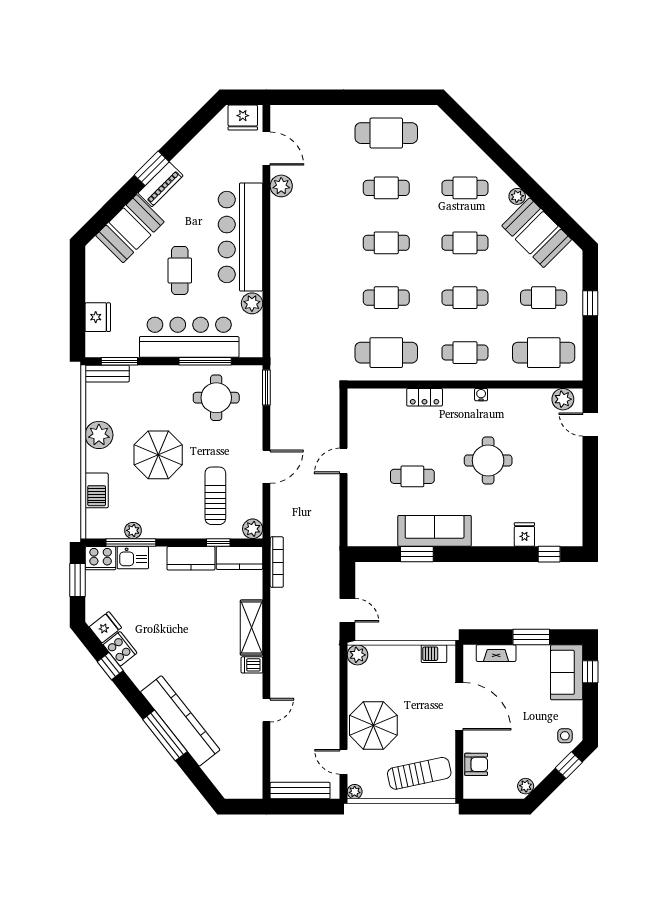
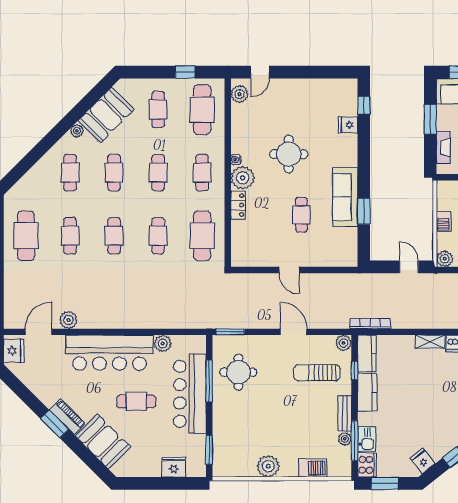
window: (590, 303) -> (185, 72), moved
bench: (107, 374) -> (345, 413), moved
plant: (459, 403) -> (243, 178), added
parasol: (158, 455) -> (284, 419), removed
door: (347, 610) -> (409, 267), hinge flipped
shelving: (252, 628) -> (430, 342), width x0.67, depth x0.75
cooker: (120, 649) -> (440, 449), removed
barbecue: (434, 654) -> (444, 221), moved

